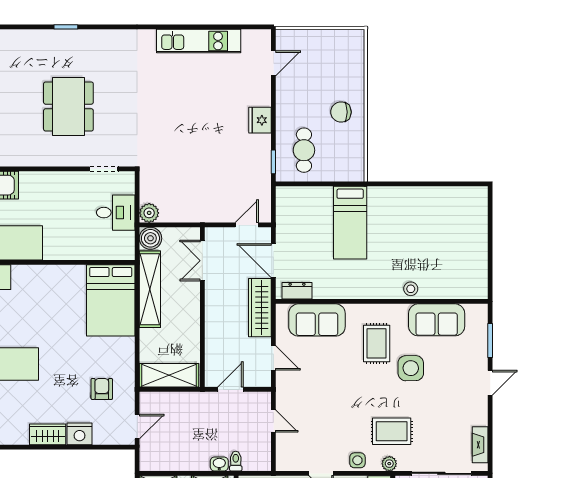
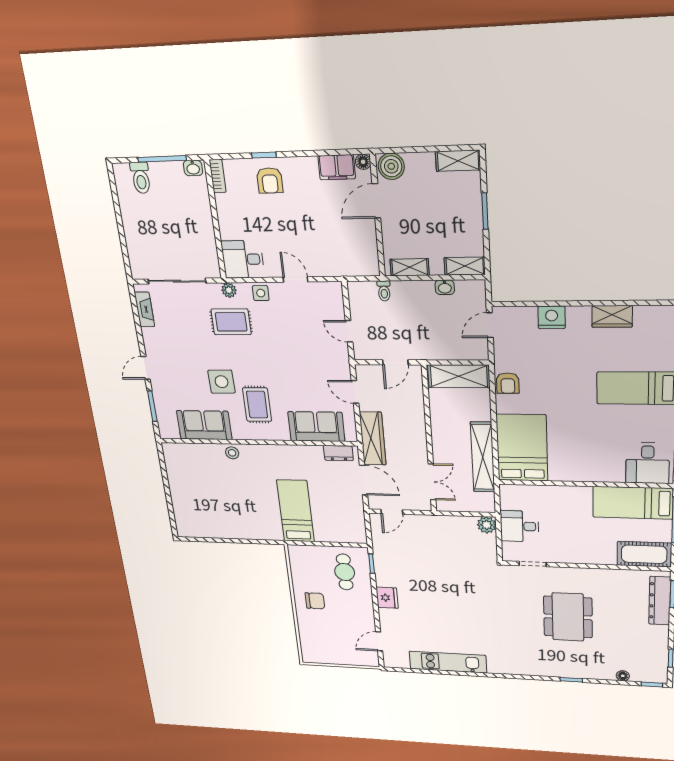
floor lamp: (12, 36) -> (623, 676), added
boiler: (150, 238) -> (484, 503), removed
armchair: (102, 389) -> (508, 383), moved
wardrobe: (48, 434) -> (612, 316), moved
washbasin: (219, 464) -> (445, 287), moved

